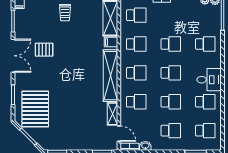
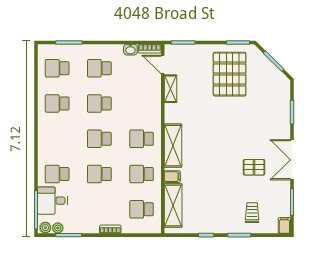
trolley: (65, 13) -> (252, 213), moved
shelving: (110, 76) -> (173, 146), width x0.68
desk: (209, 80) -> (52, 201), moved
school desk: (136, 102) -> (142, 104), removed
pallet: (35, 109) -> (230, 74), moved

